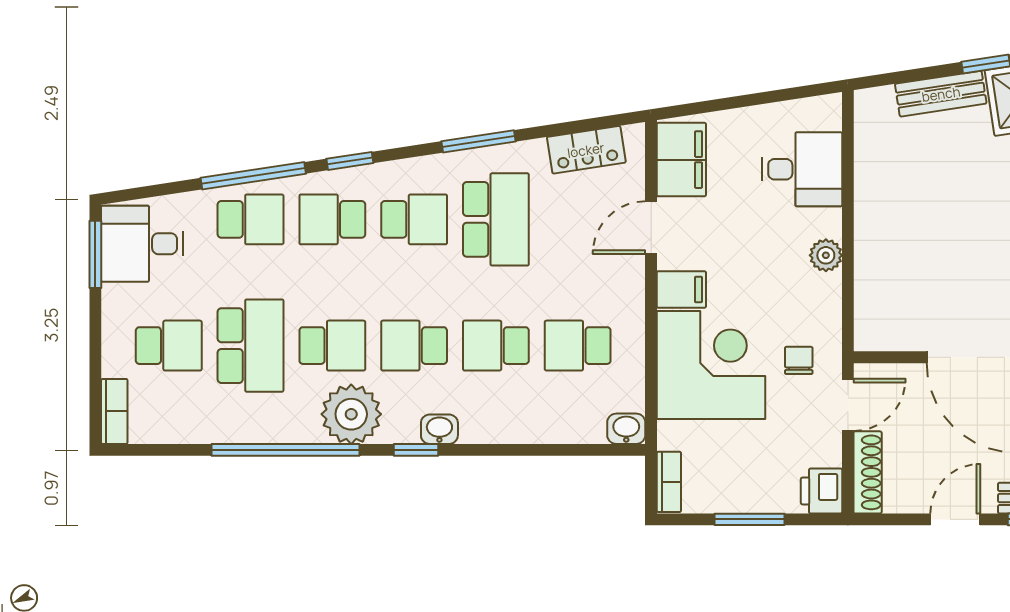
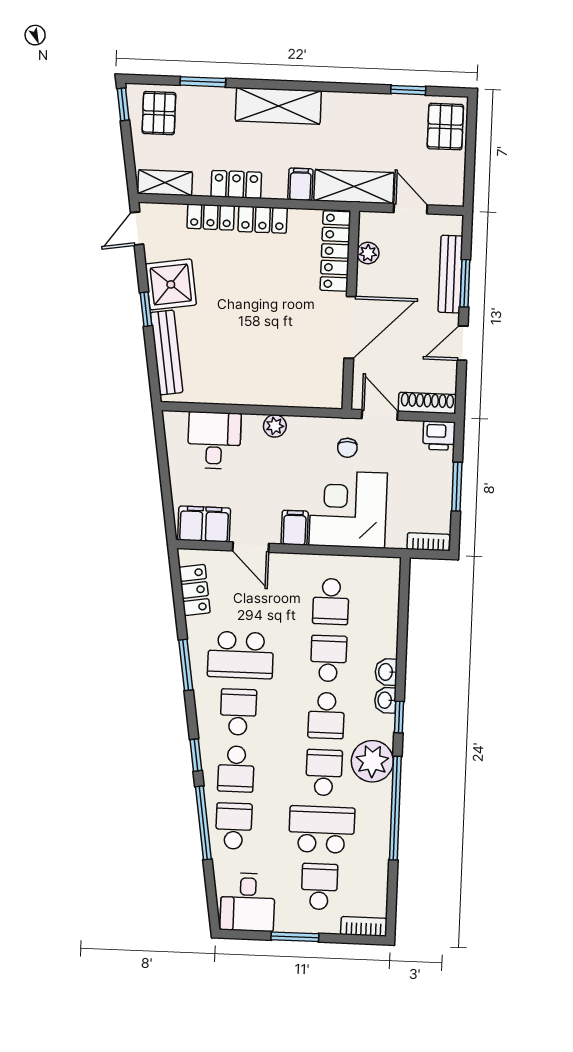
bench: (941, 94) -> (167, 352), width x1.36
school desk: (496, 219) -> (241, 655), turned 180
window: (95, 254) -> (295, 937), moved
school desk: (496, 346) -> (329, 658), turned 180
chair: (799, 360) -> (347, 448), turned -90
washbasin: (626, 429) -> (386, 672), moved
door: (955, 519) -> (463, 343), hinge flipped

